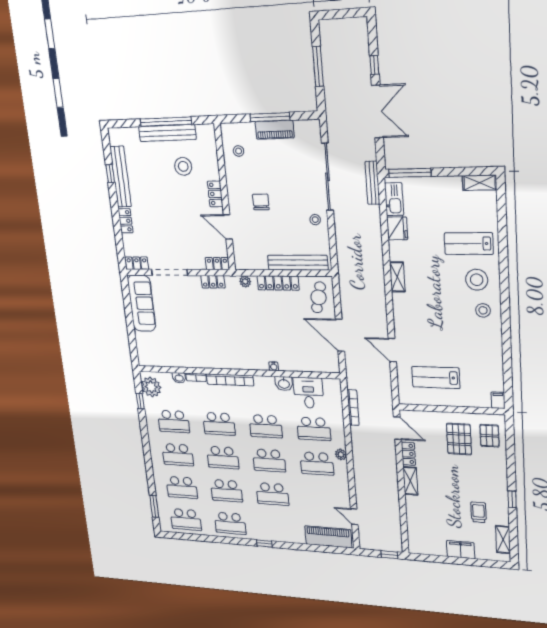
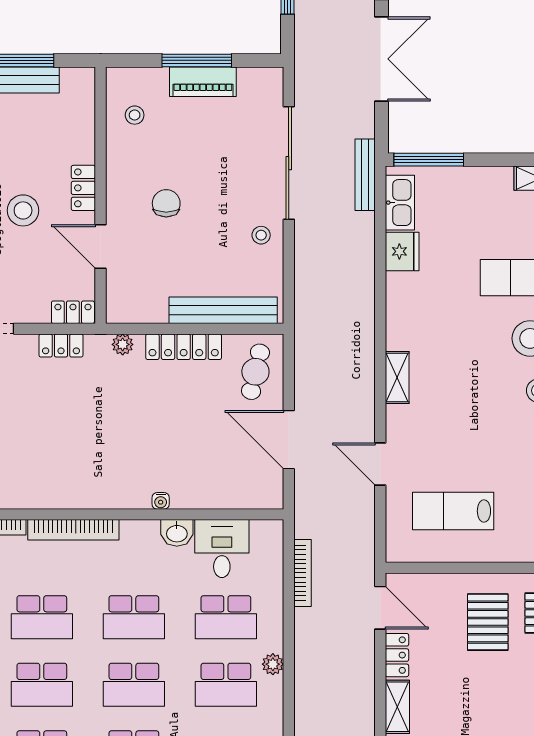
stool: (183, 166) -> (23, 210), moved
shelving: (397, 277) -> (397, 378), moved

